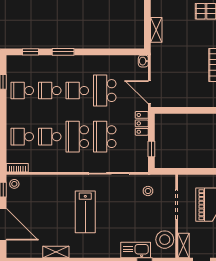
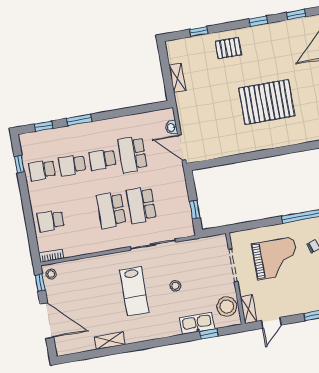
washbasin: (143, 61) -> (171, 127), moved
locker: (142, 123) -> (179, 183), removed
school desk: (50, 137) -> (81, 215), removed
stool: (148, 191) -> (175, 286), moved

